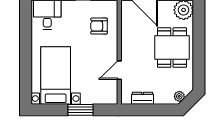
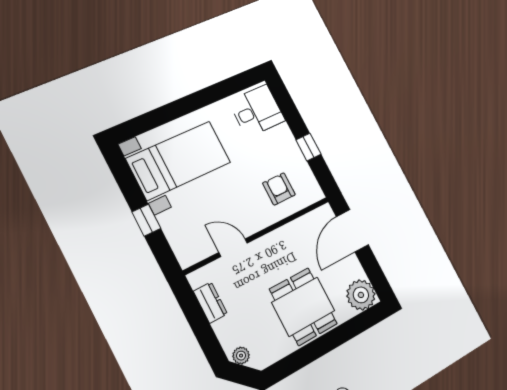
dining table: (172, 48) -> (303, 307), turned 90
window: (81, 110) -> (146, 220), width x0.67

